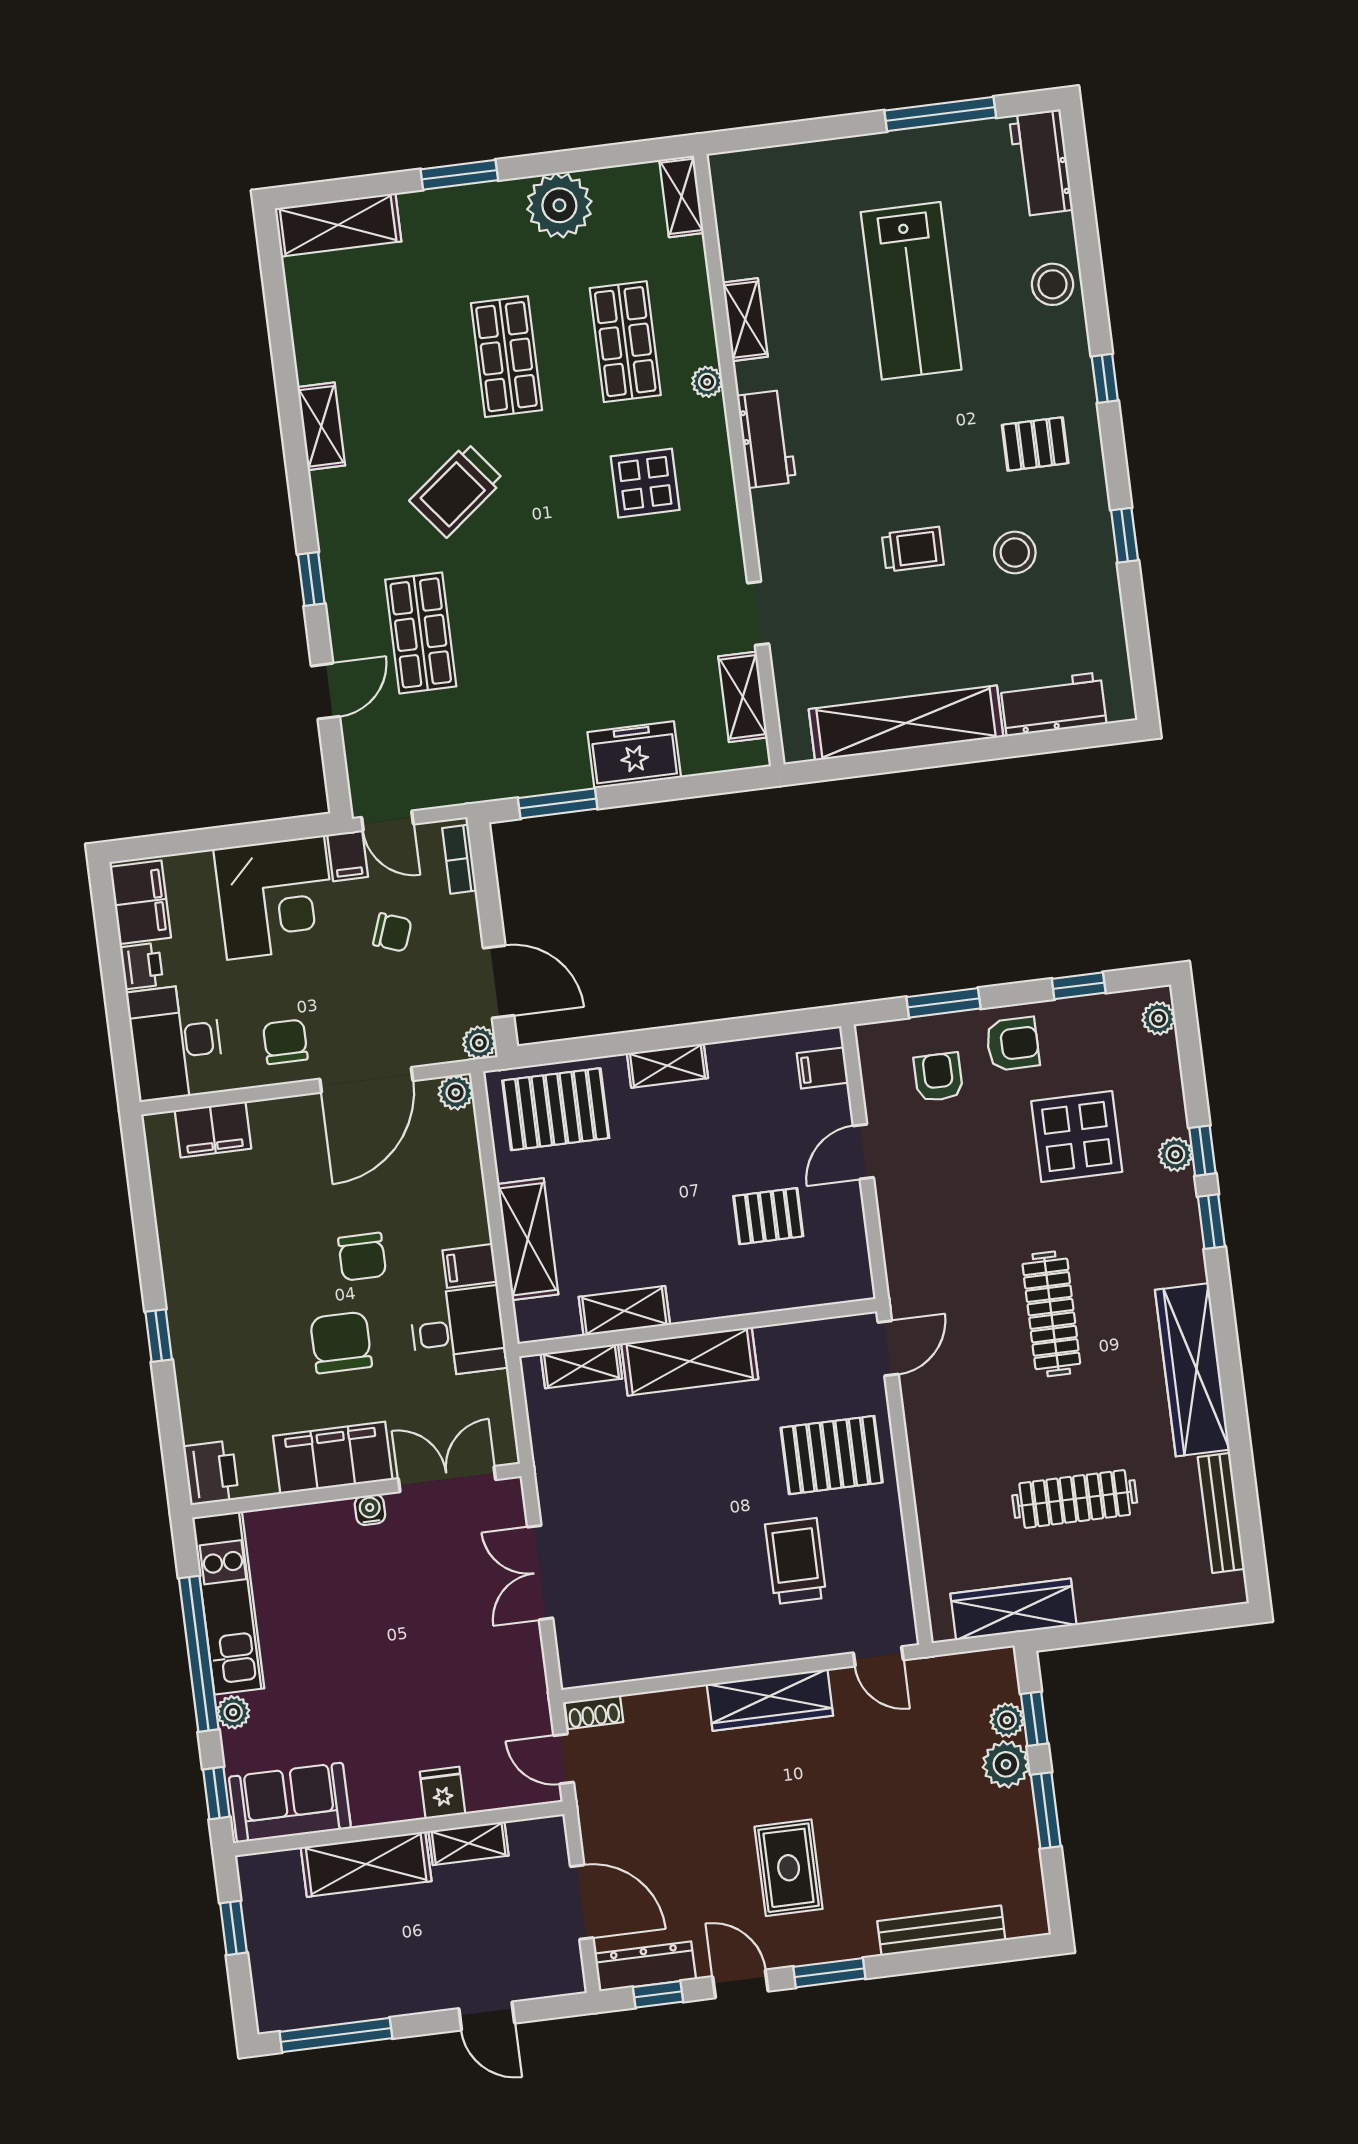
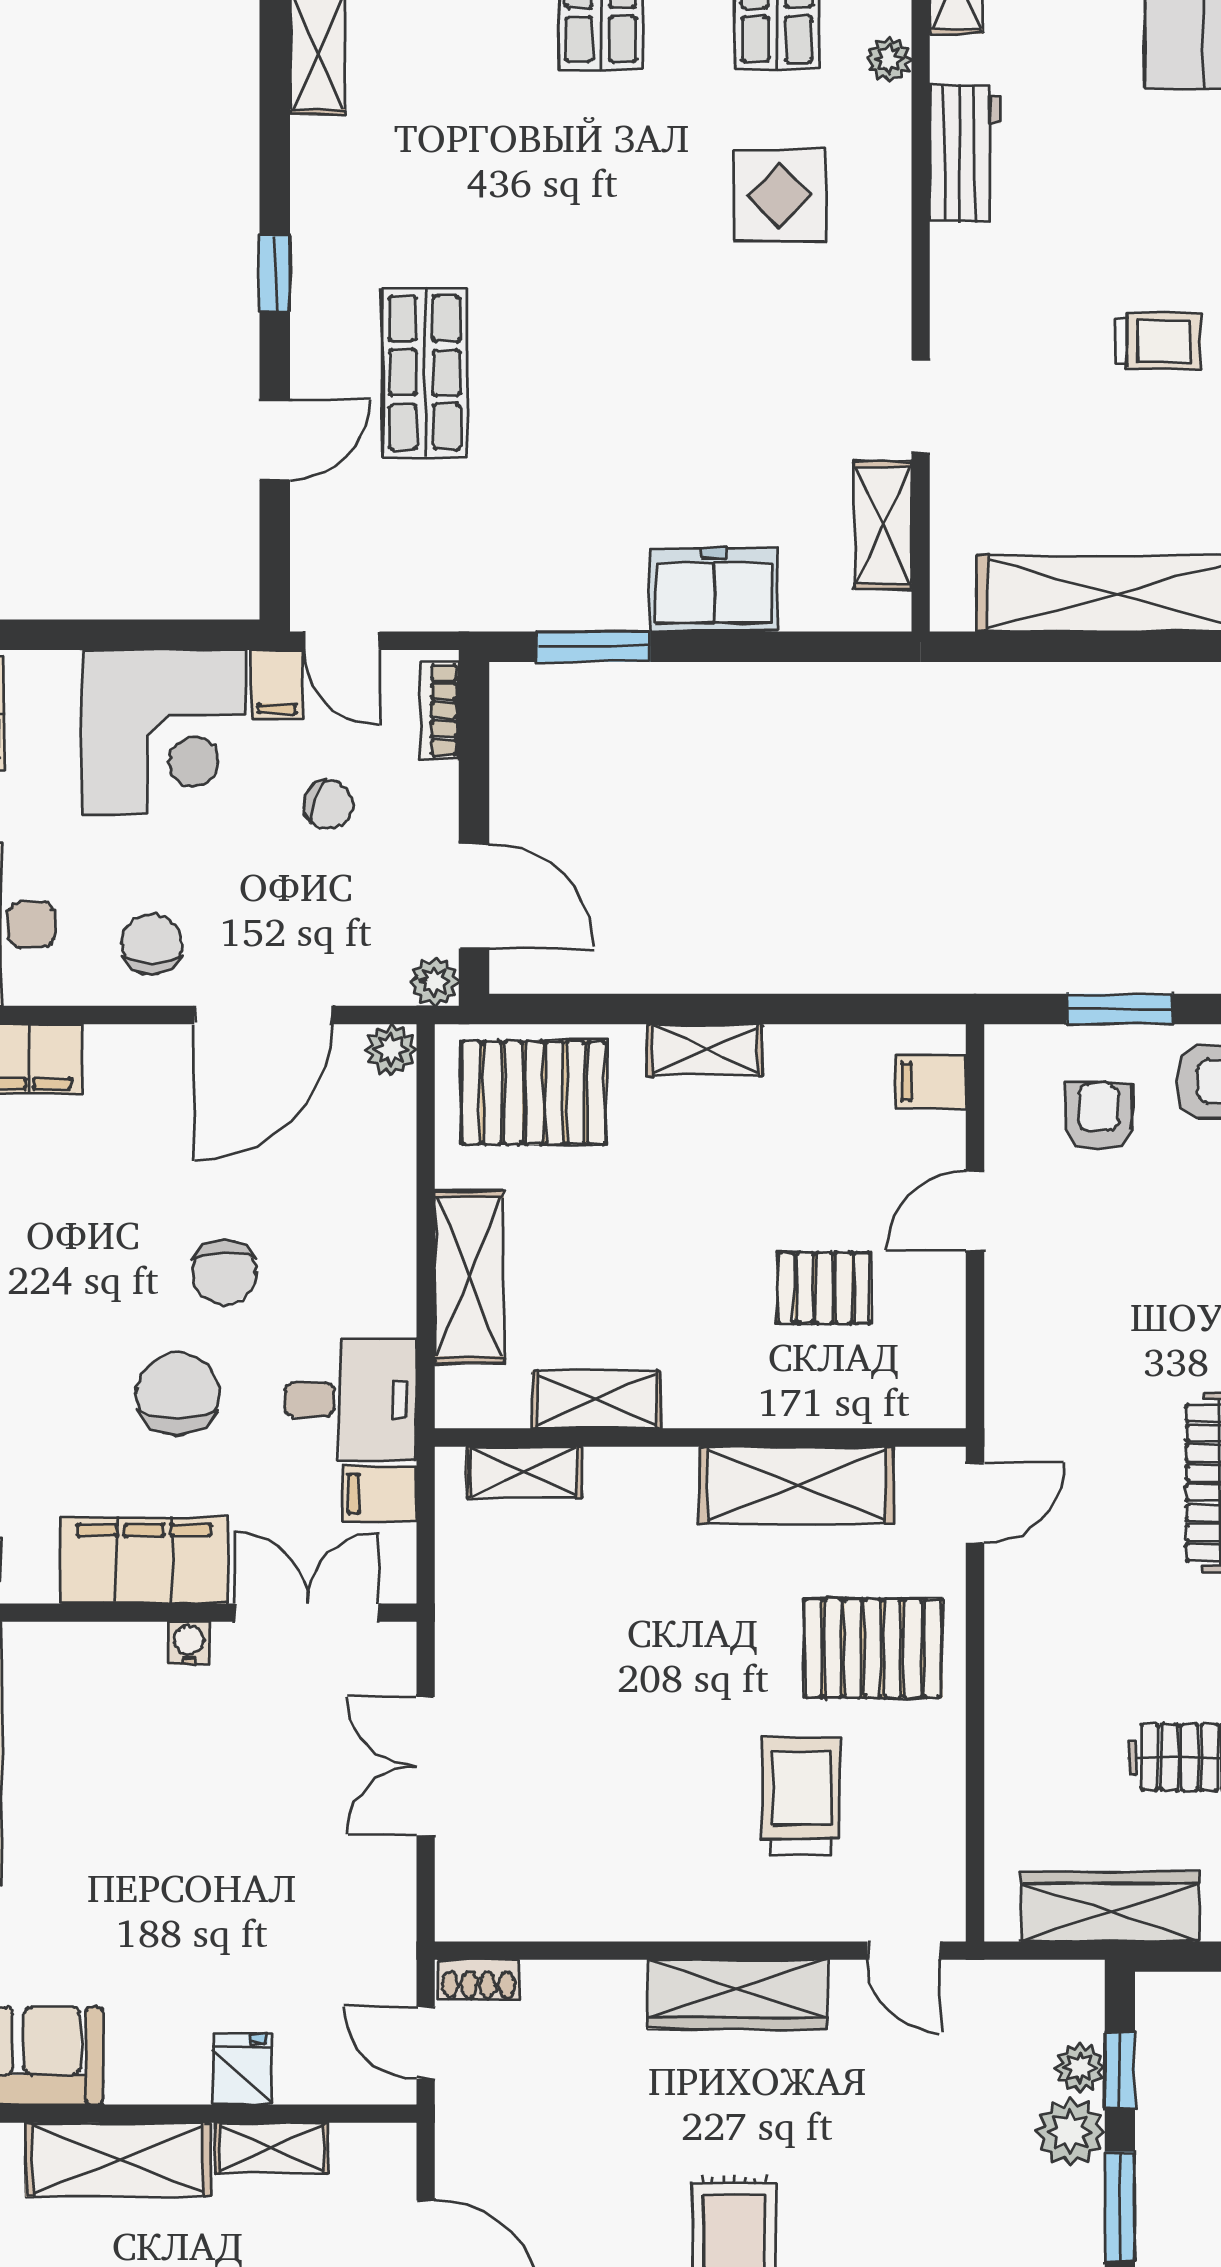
trolley: (457, 490) -> (504, 171), removed
filing cabinet: (470, 1266) -> (379, 1494), moved
shelving: (690, 1361) -> (797, 1485), moved

